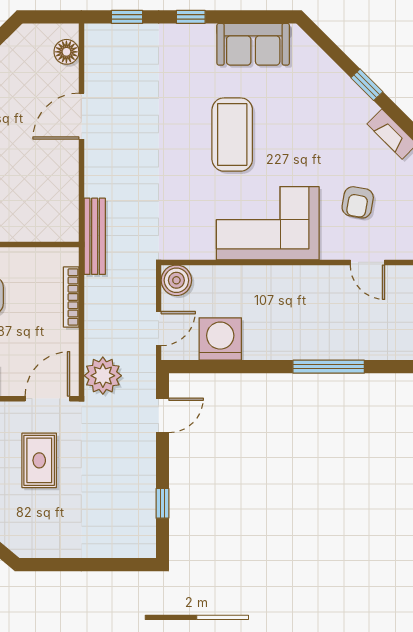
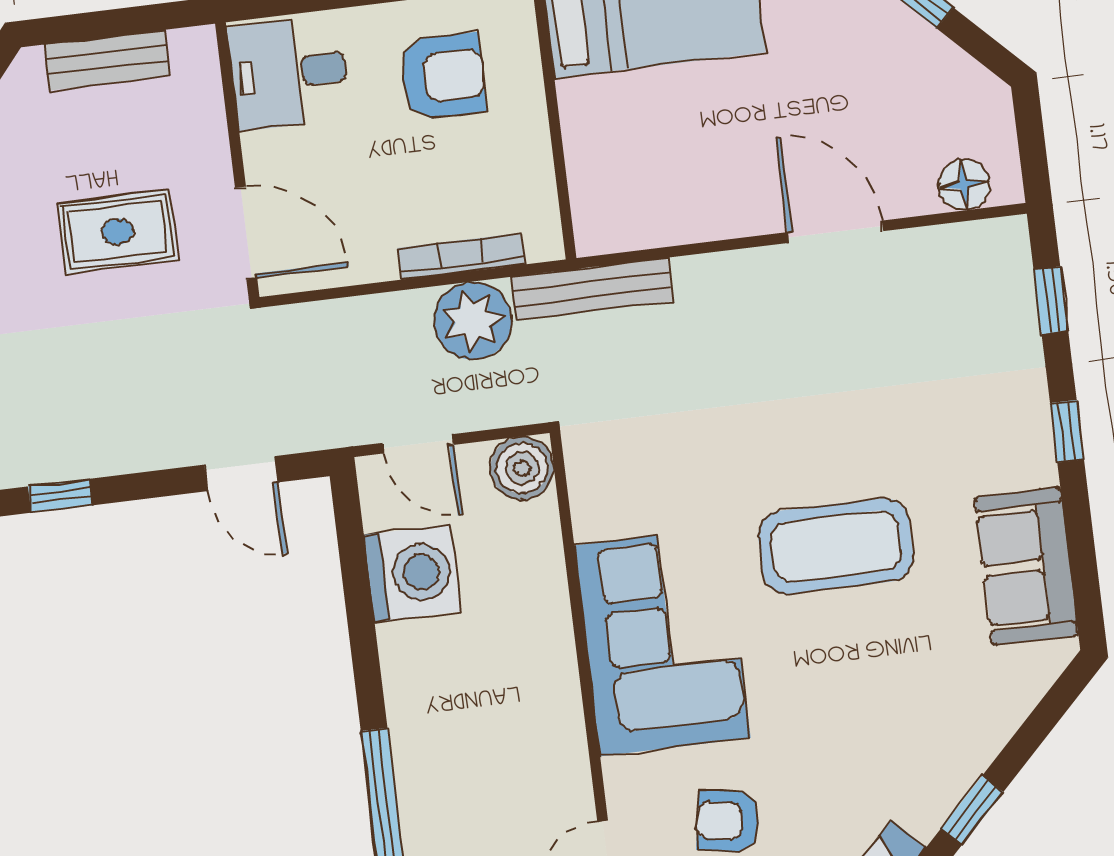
plant: (103, 376) -> (473, 321), moved

